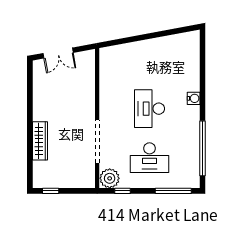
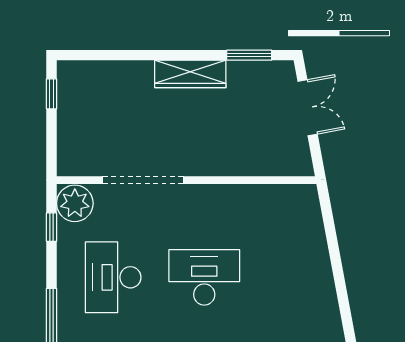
double door: (58, 53) -> (308, 108), swing flipped
window: (30, 84) -> (249, 55), added
wardrobe: (40, 141) -> (190, 74), moved

